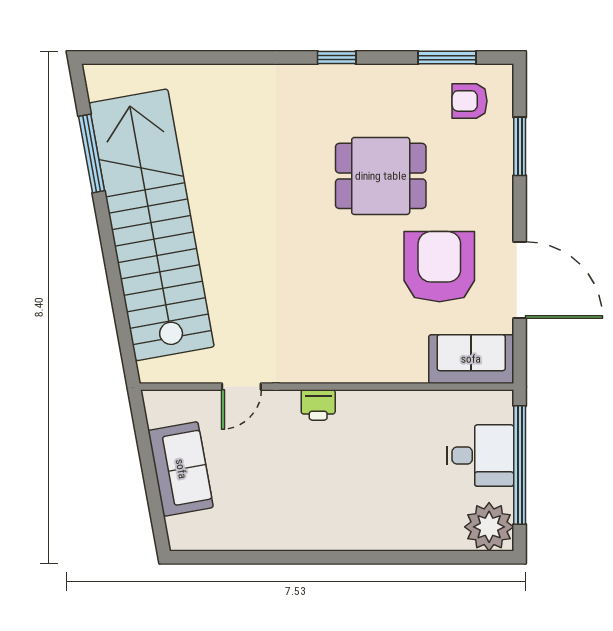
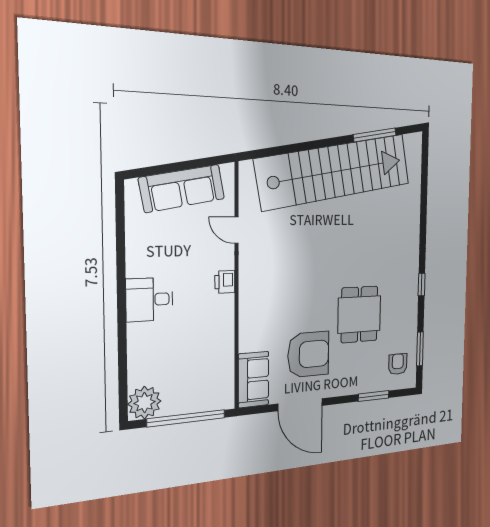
door: (520, 280) -> (300, 405), hinge flipped
desk: (480, 456) -> (149, 300), moved, turned 90
sofa: (181, 469) -> (182, 188), width x1.36

